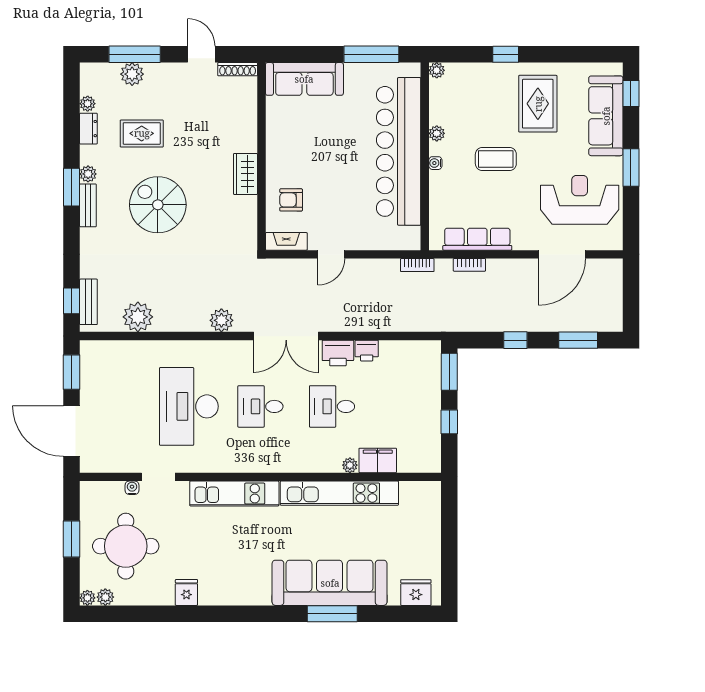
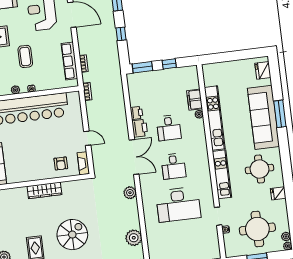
wardrobe: (245, 174) -> (44, 190), width x1.50
spiral stairs: (158, 205) -> (72, 235), turned 180
round table: (235, 564) -> (260, 169), added

